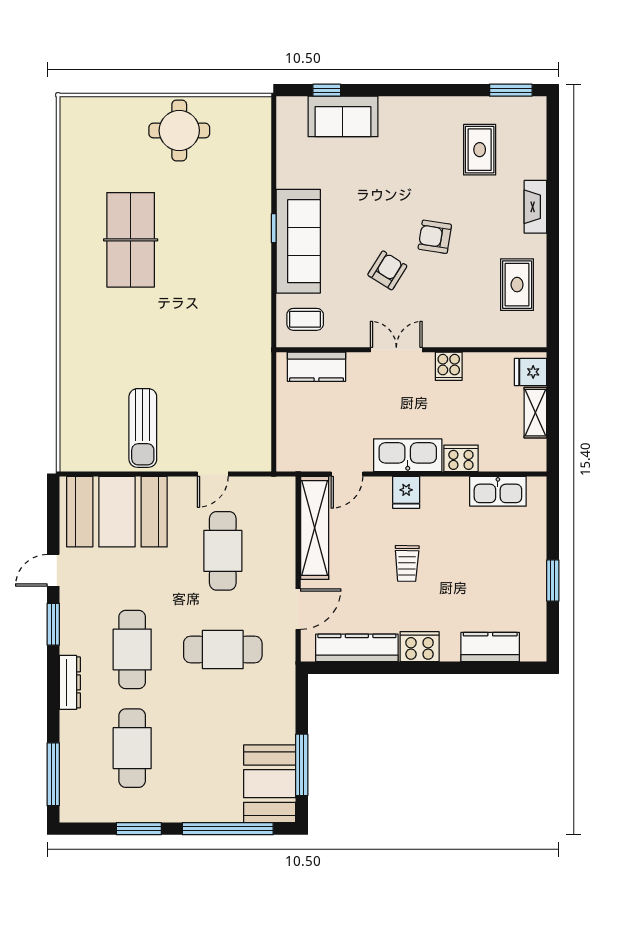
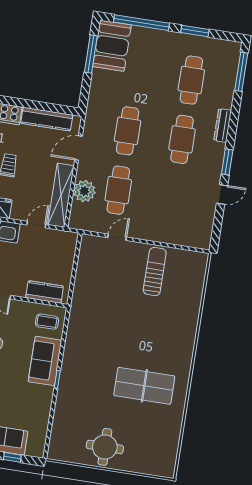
table tennis table: (131, 240) -> (144, 386), turned 90
sofa: (298, 241) -> (45, 361), width x0.73
booth: (117, 512) -> (178, 224), removed
plant: (278, 541) -> (84, 191), added
cafe table: (223, 649) -> (128, 131), turned 90

